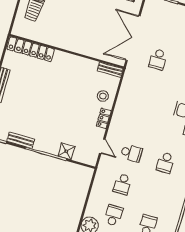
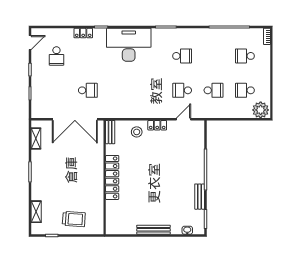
locker: (31, 49) -> (112, 177), moved
shower: (66, 151) -> (198, 151), removed
school desk: (131, 153) -> (182, 90), turned -90

